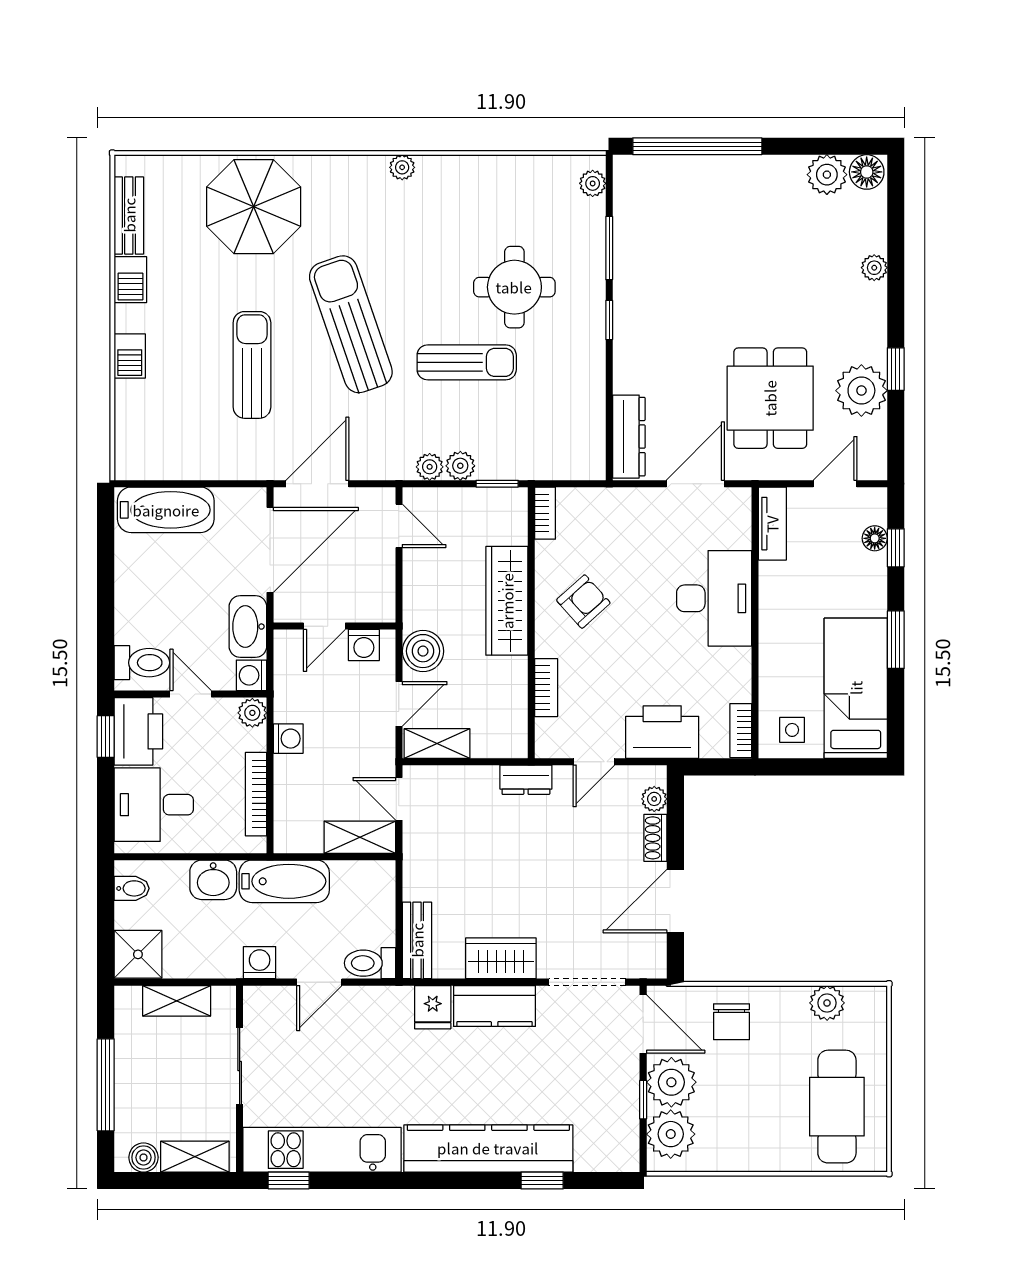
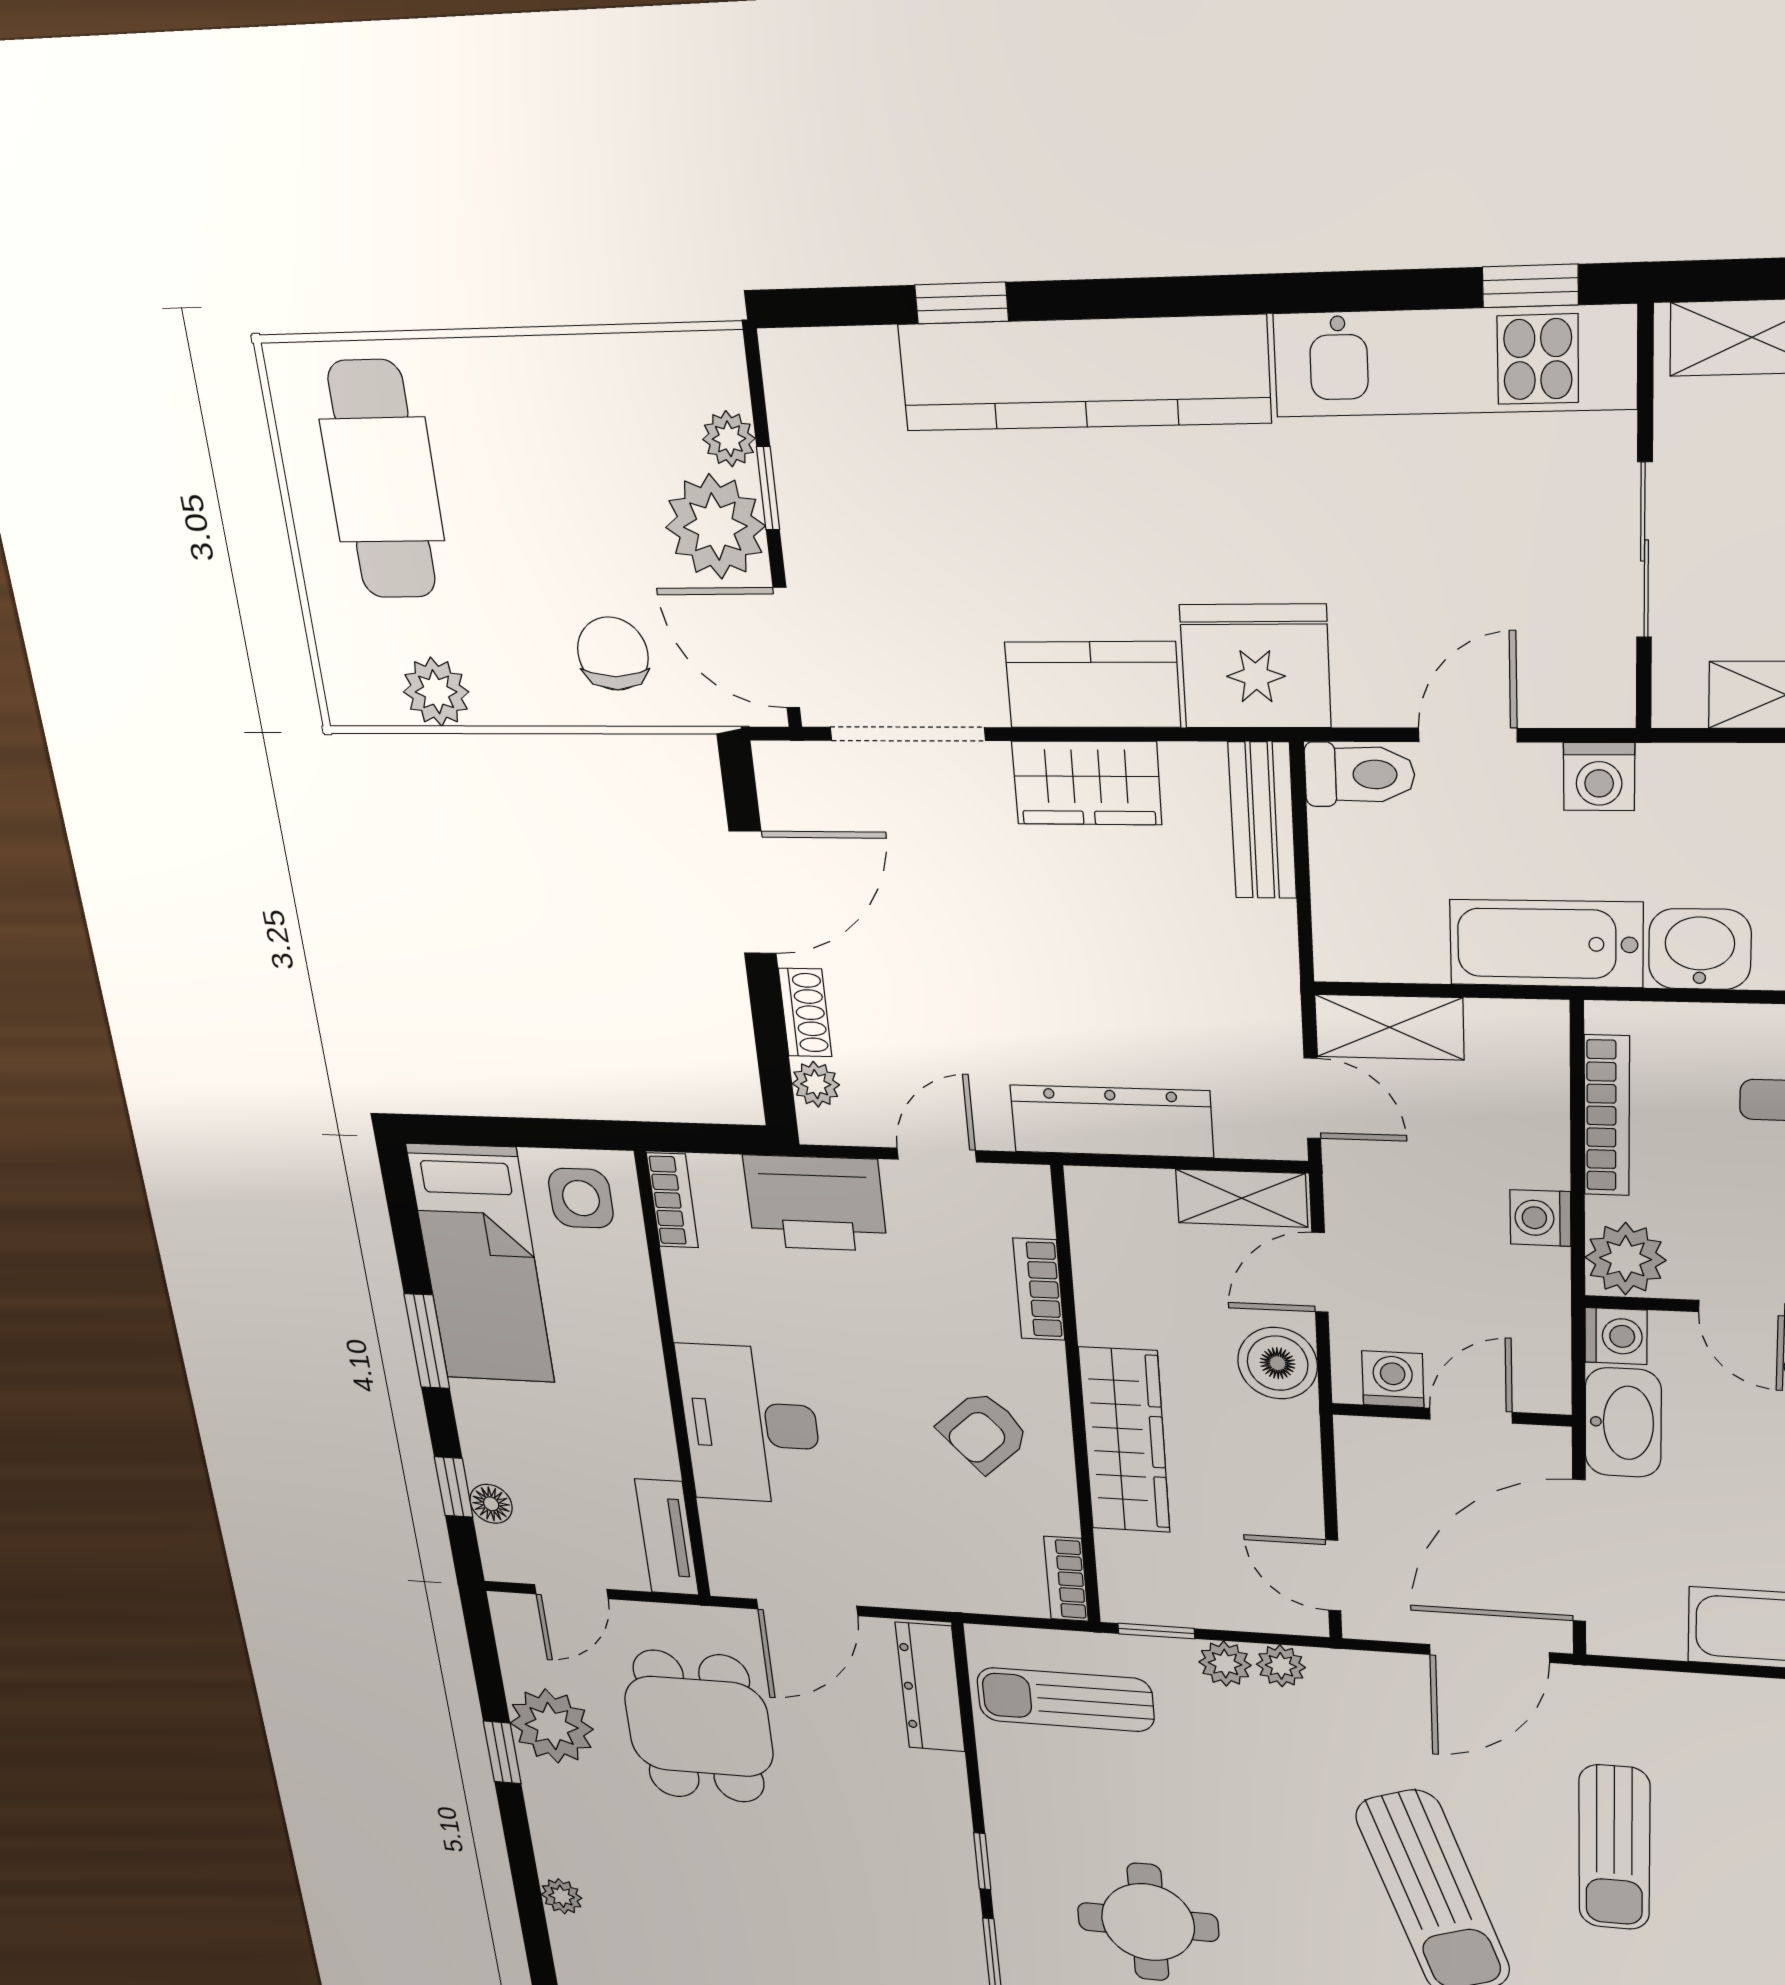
sun lounger: (467, 362) -> (1065, 1700), moved
plant: (252, 713) -> (1625, 1259), width x1.38, depth x1.38
side table: (792, 730) -> (581, 1198), width x1.37, depth x1.37
dresser: (526, 780) -> (1112, 1121), width x1.96, depth x1.24
fridge: (433, 1007) -> (1255, 666), width x1.88, depth x1.34
plant: (671, 1134) -> (729, 439), width x0.53, depth x0.53

